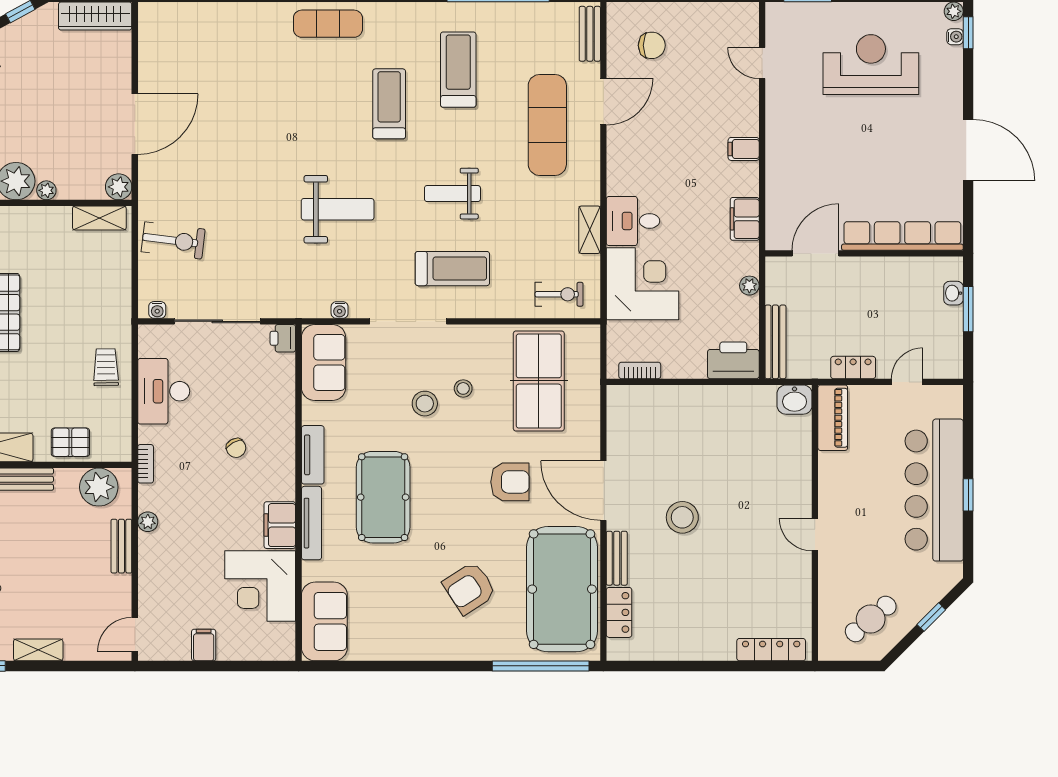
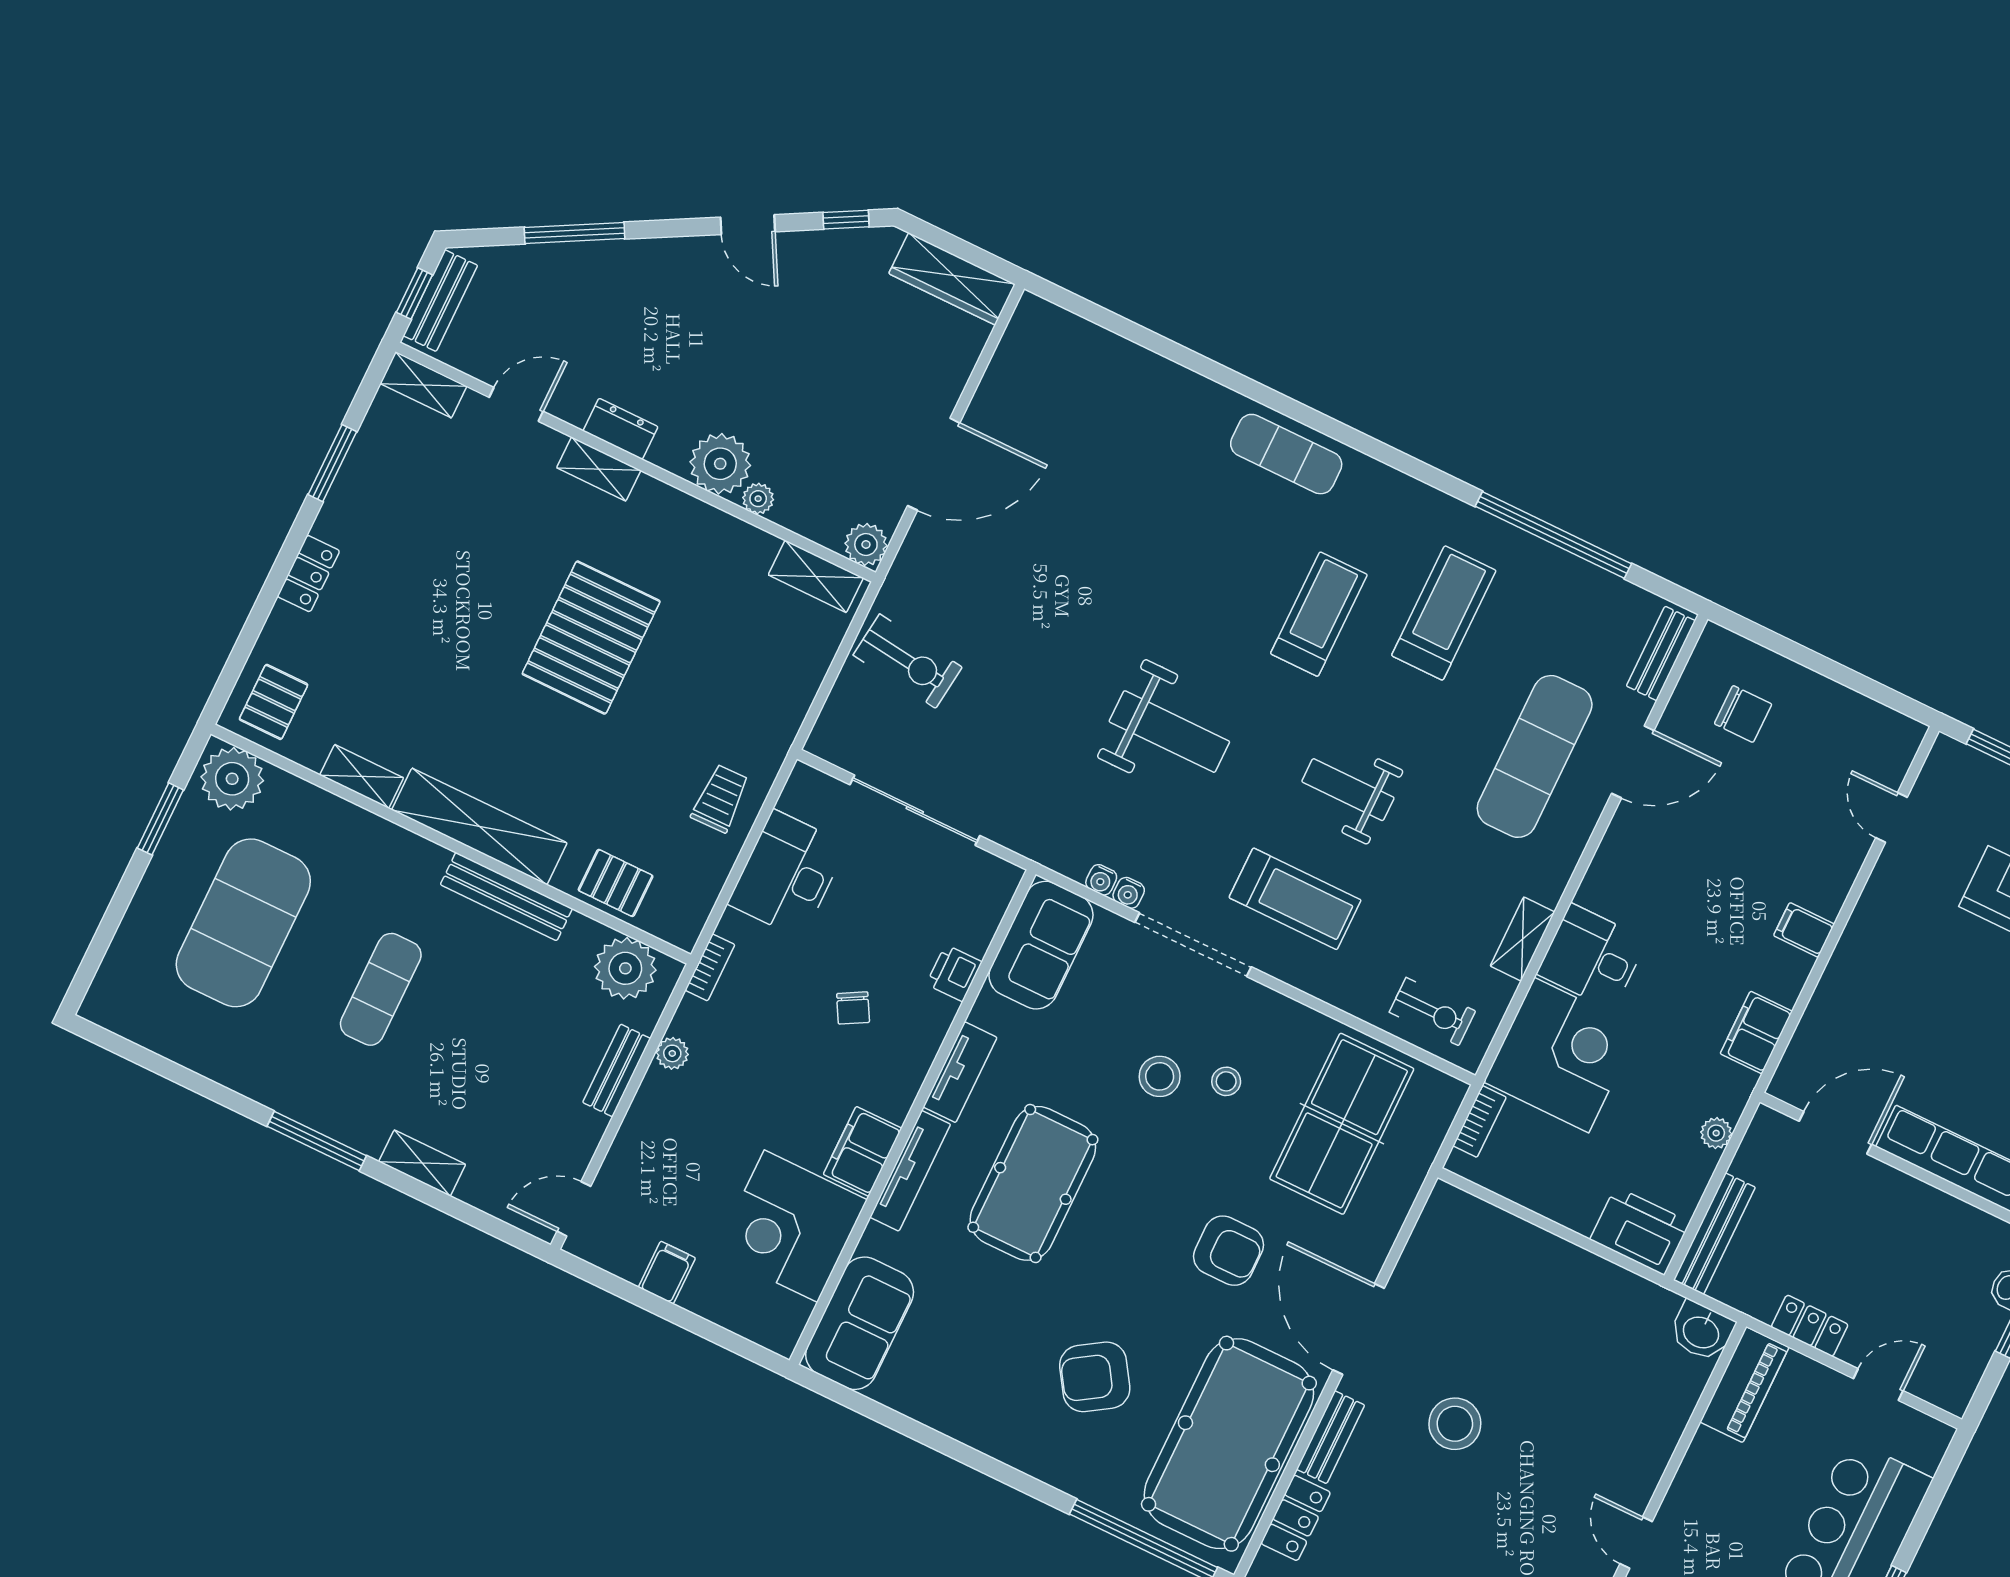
water cooler: (157, 310) -> (1129, 893), moved
printer: (283, 338) -> (954, 973), moved
bookcase: (640, 370) -> (1479, 1121), moved, turned 90

